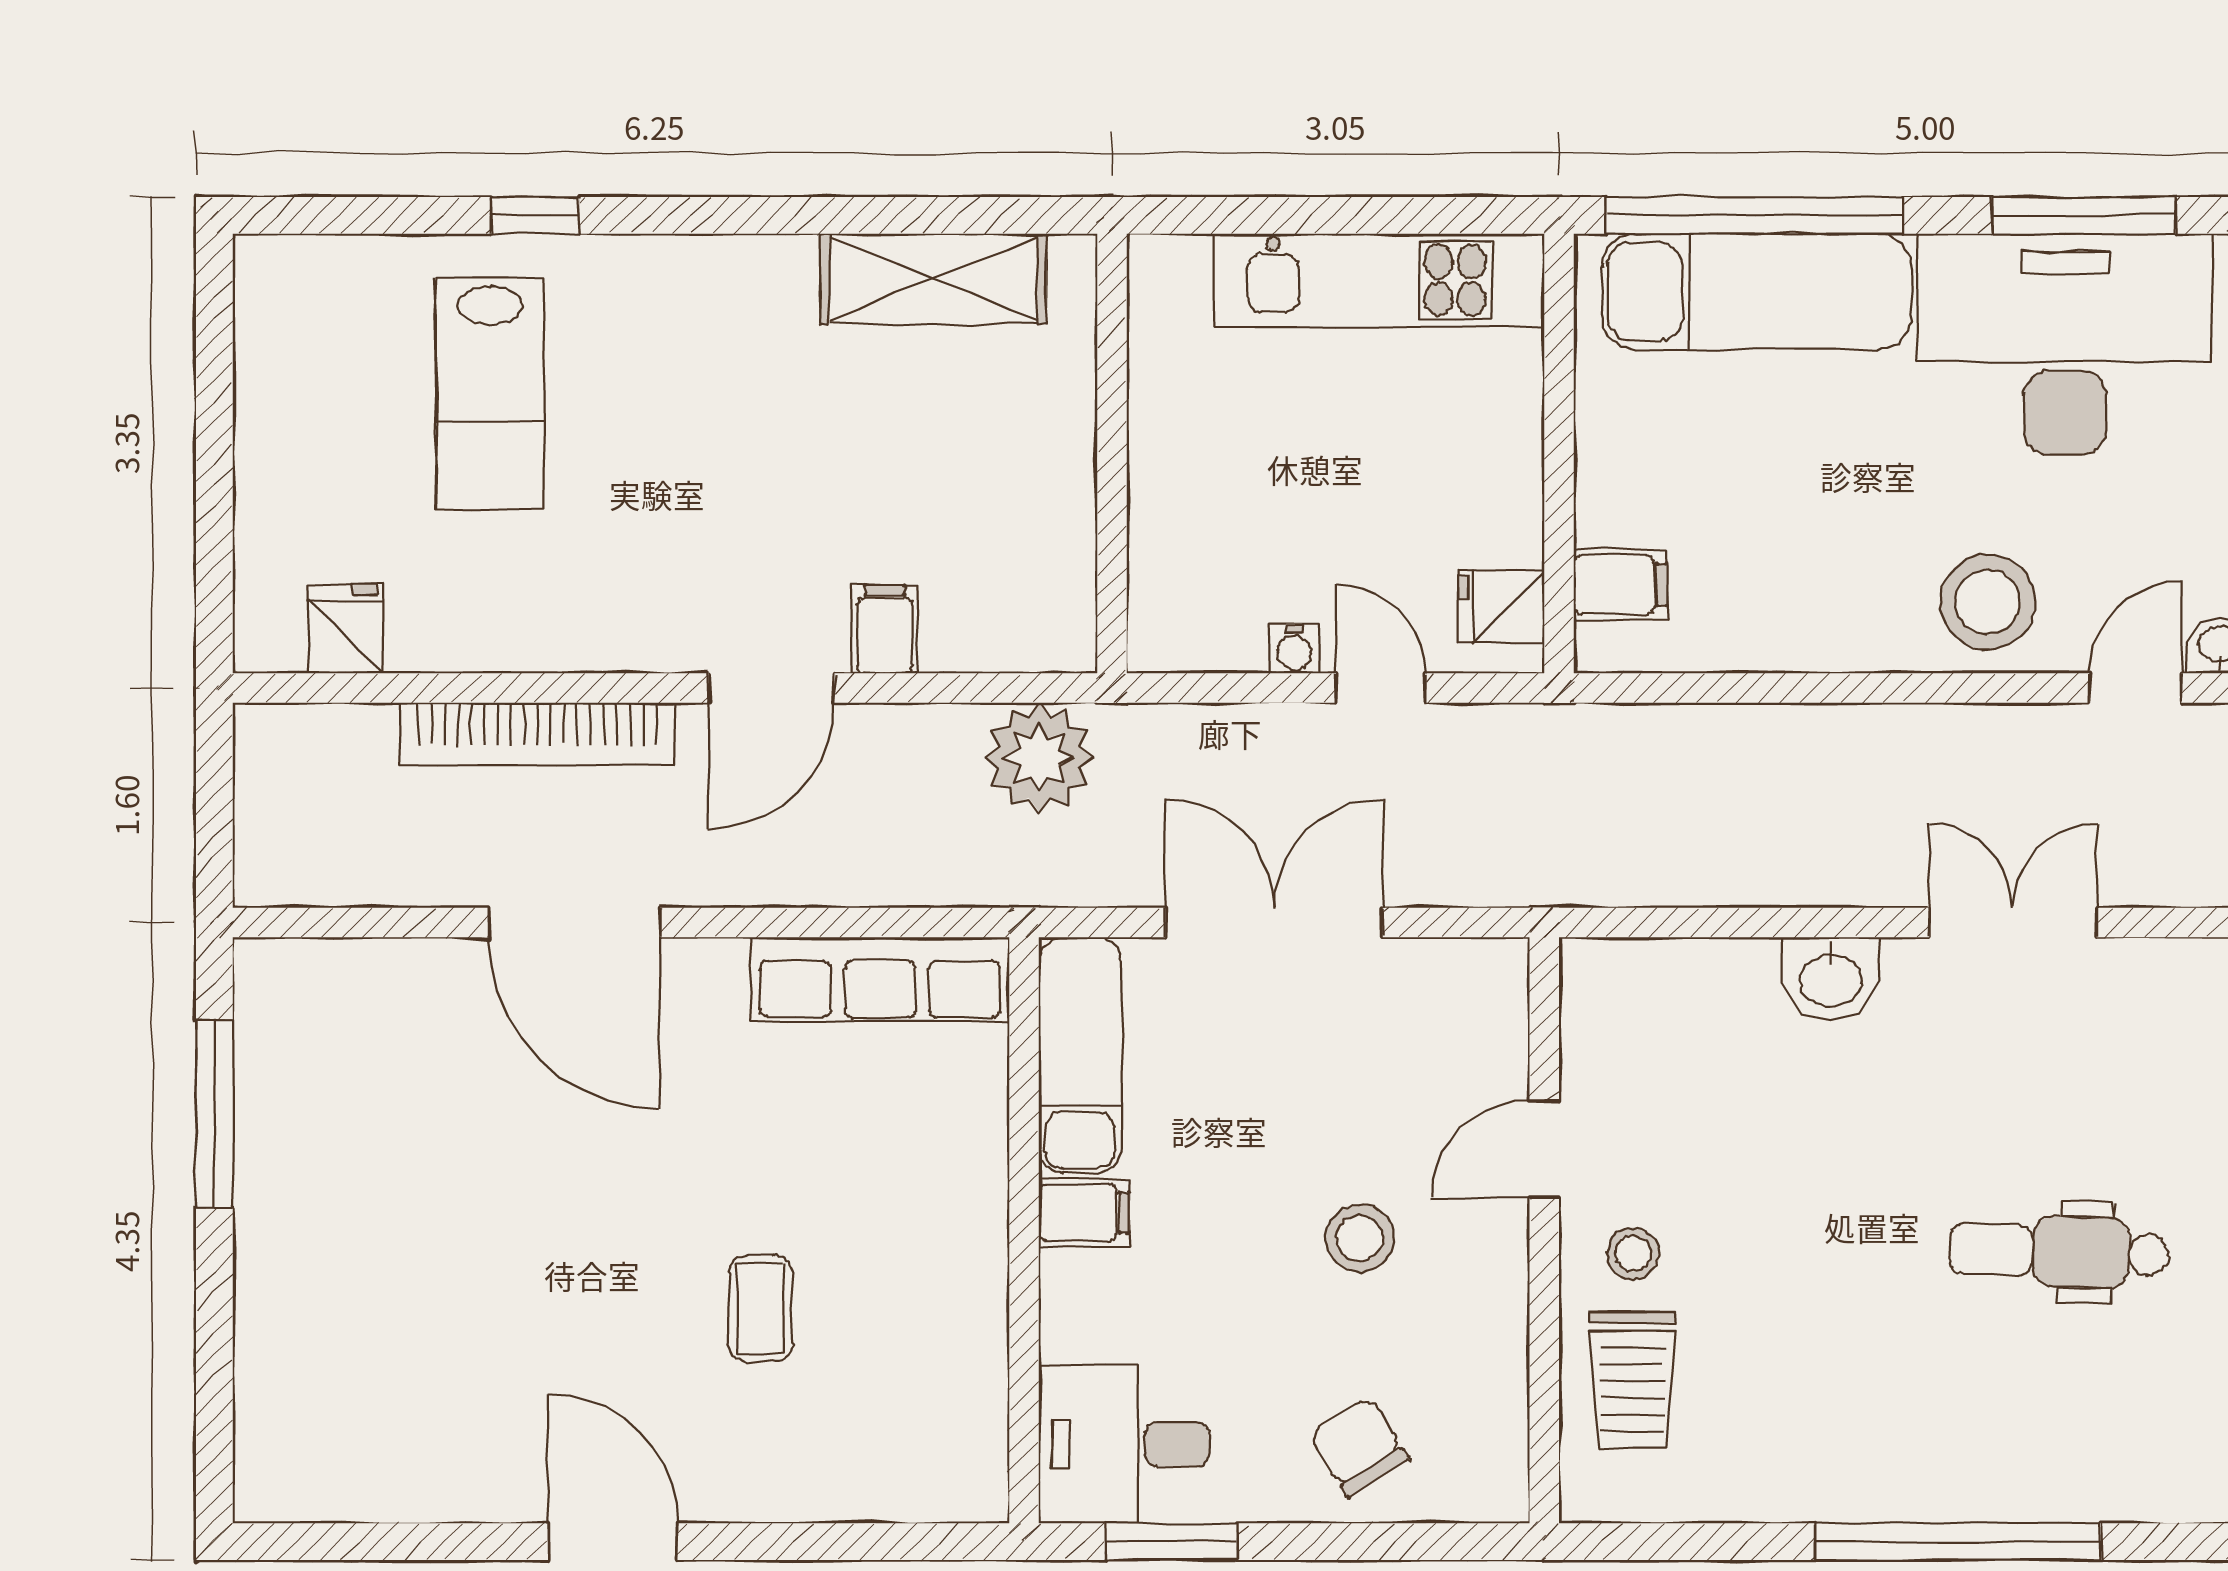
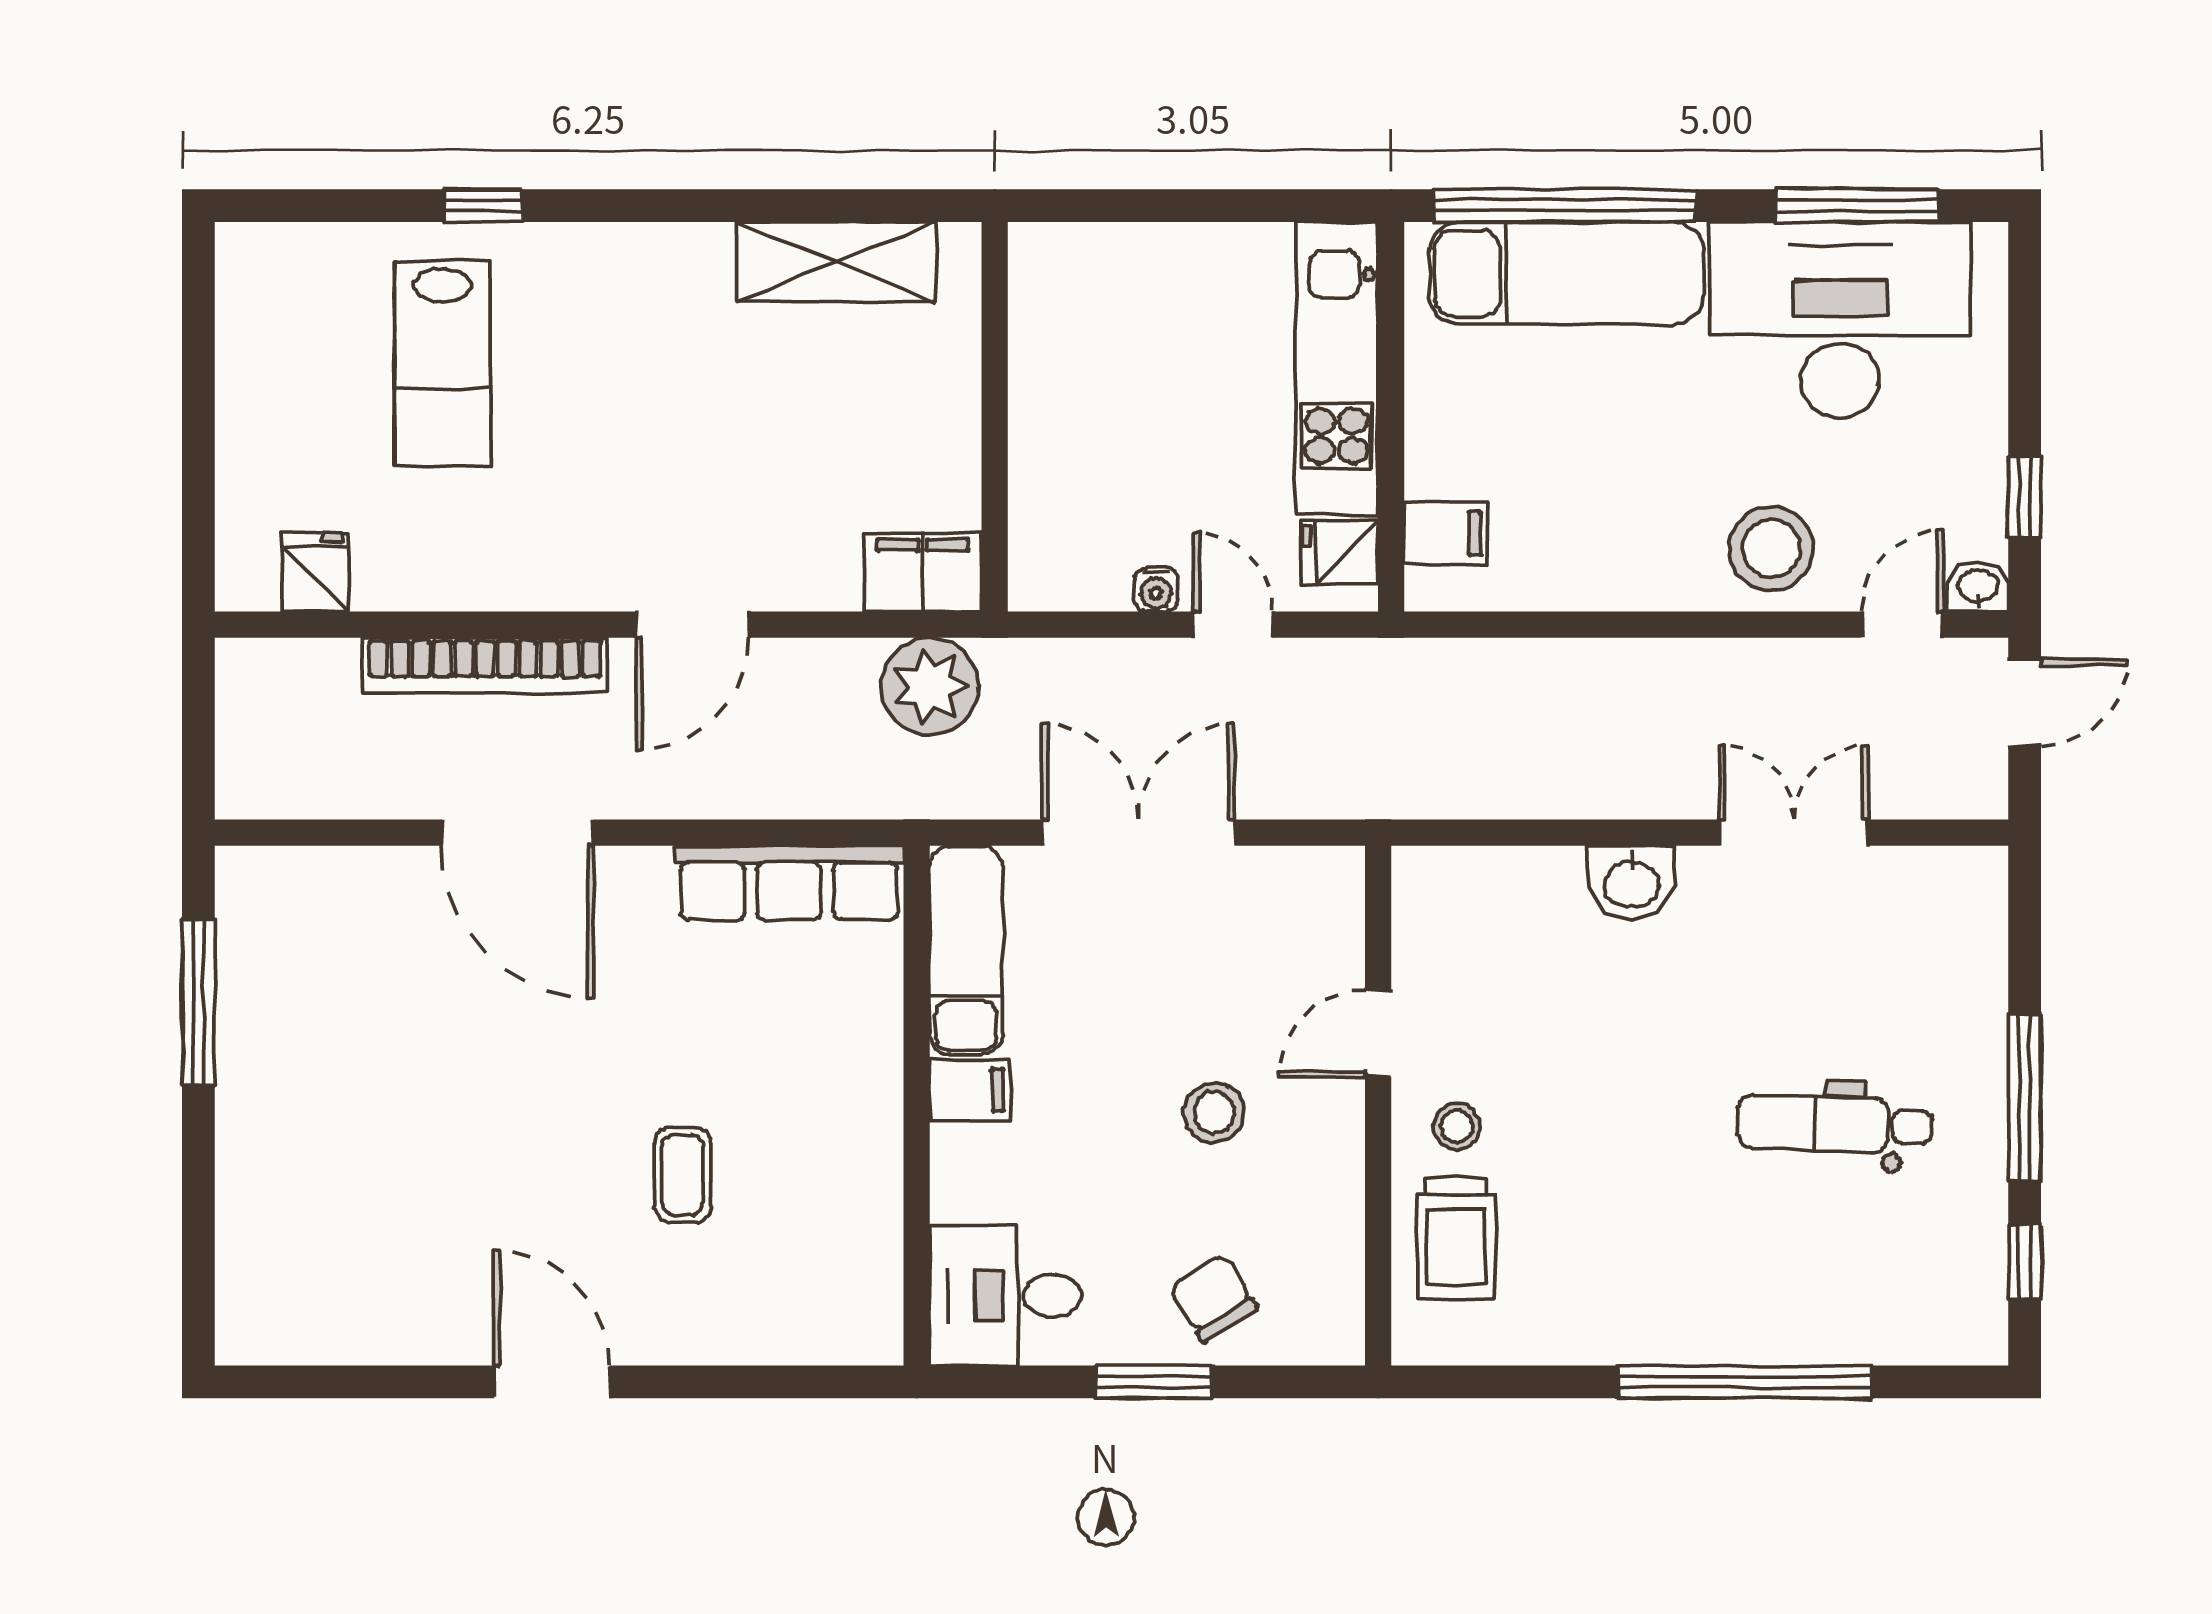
kitchen unit: (1379, 280) -> (1337, 368), moved, turned 90
filing cabinet: (885, 629) -> (923, 572), moved, width x2.00
window: (1171, 1542) -> (1154, 1382), moved

